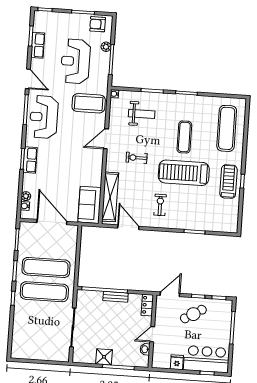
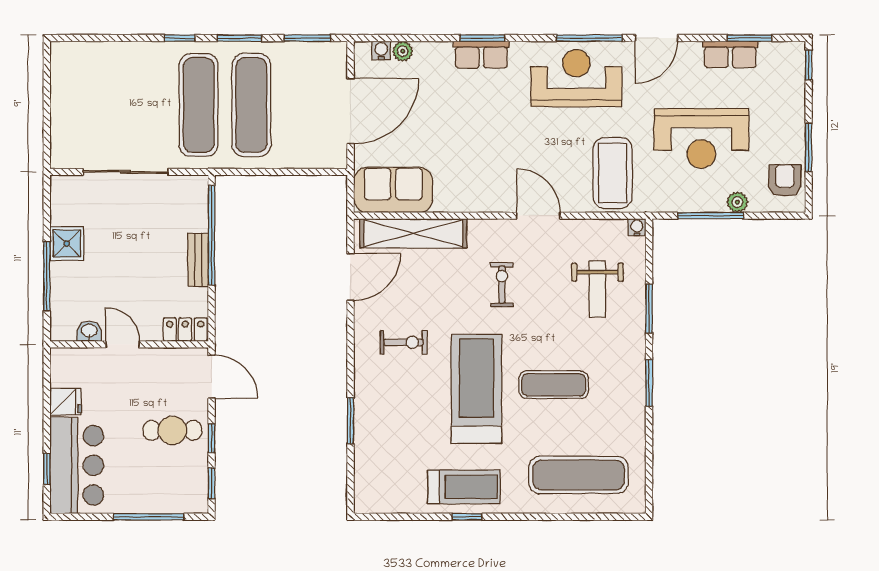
reception desk: (76, 61) -> (701, 138), turned 180
cafe table: (193, 314) -> (172, 430), turned -59

